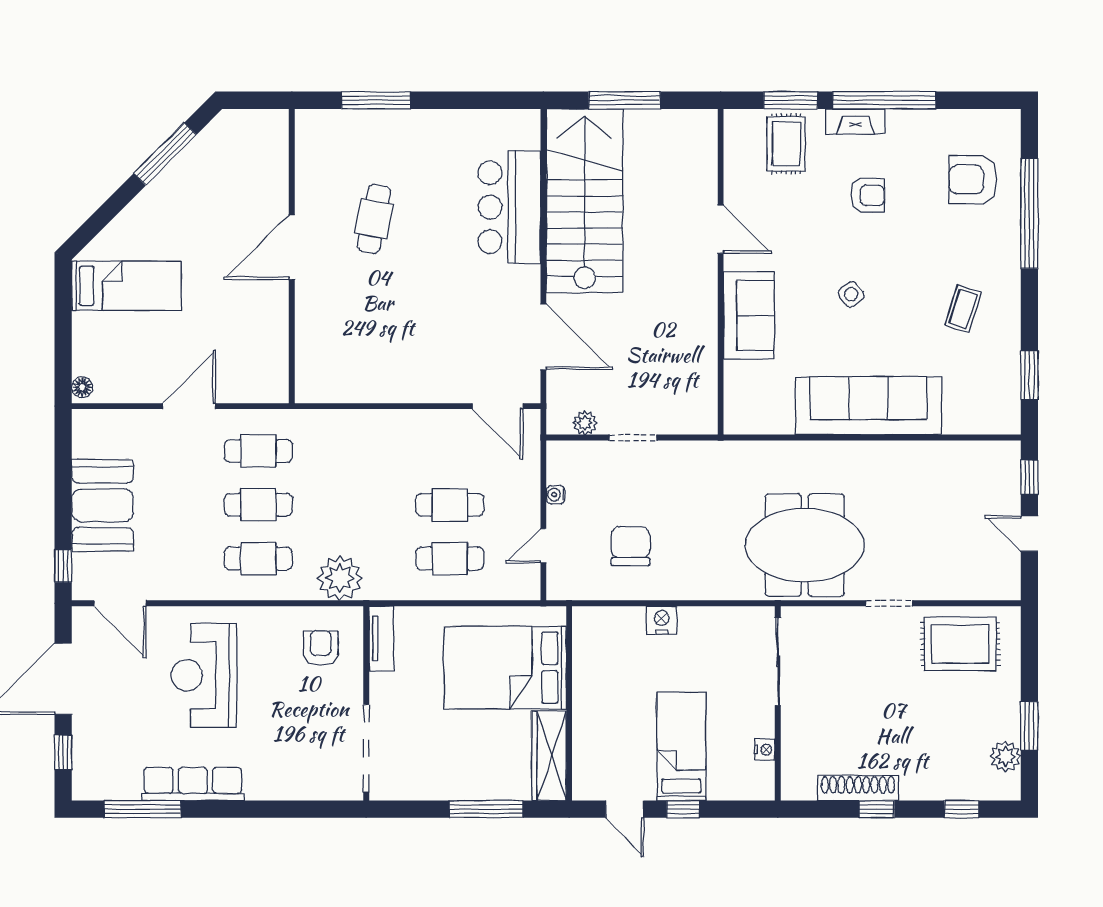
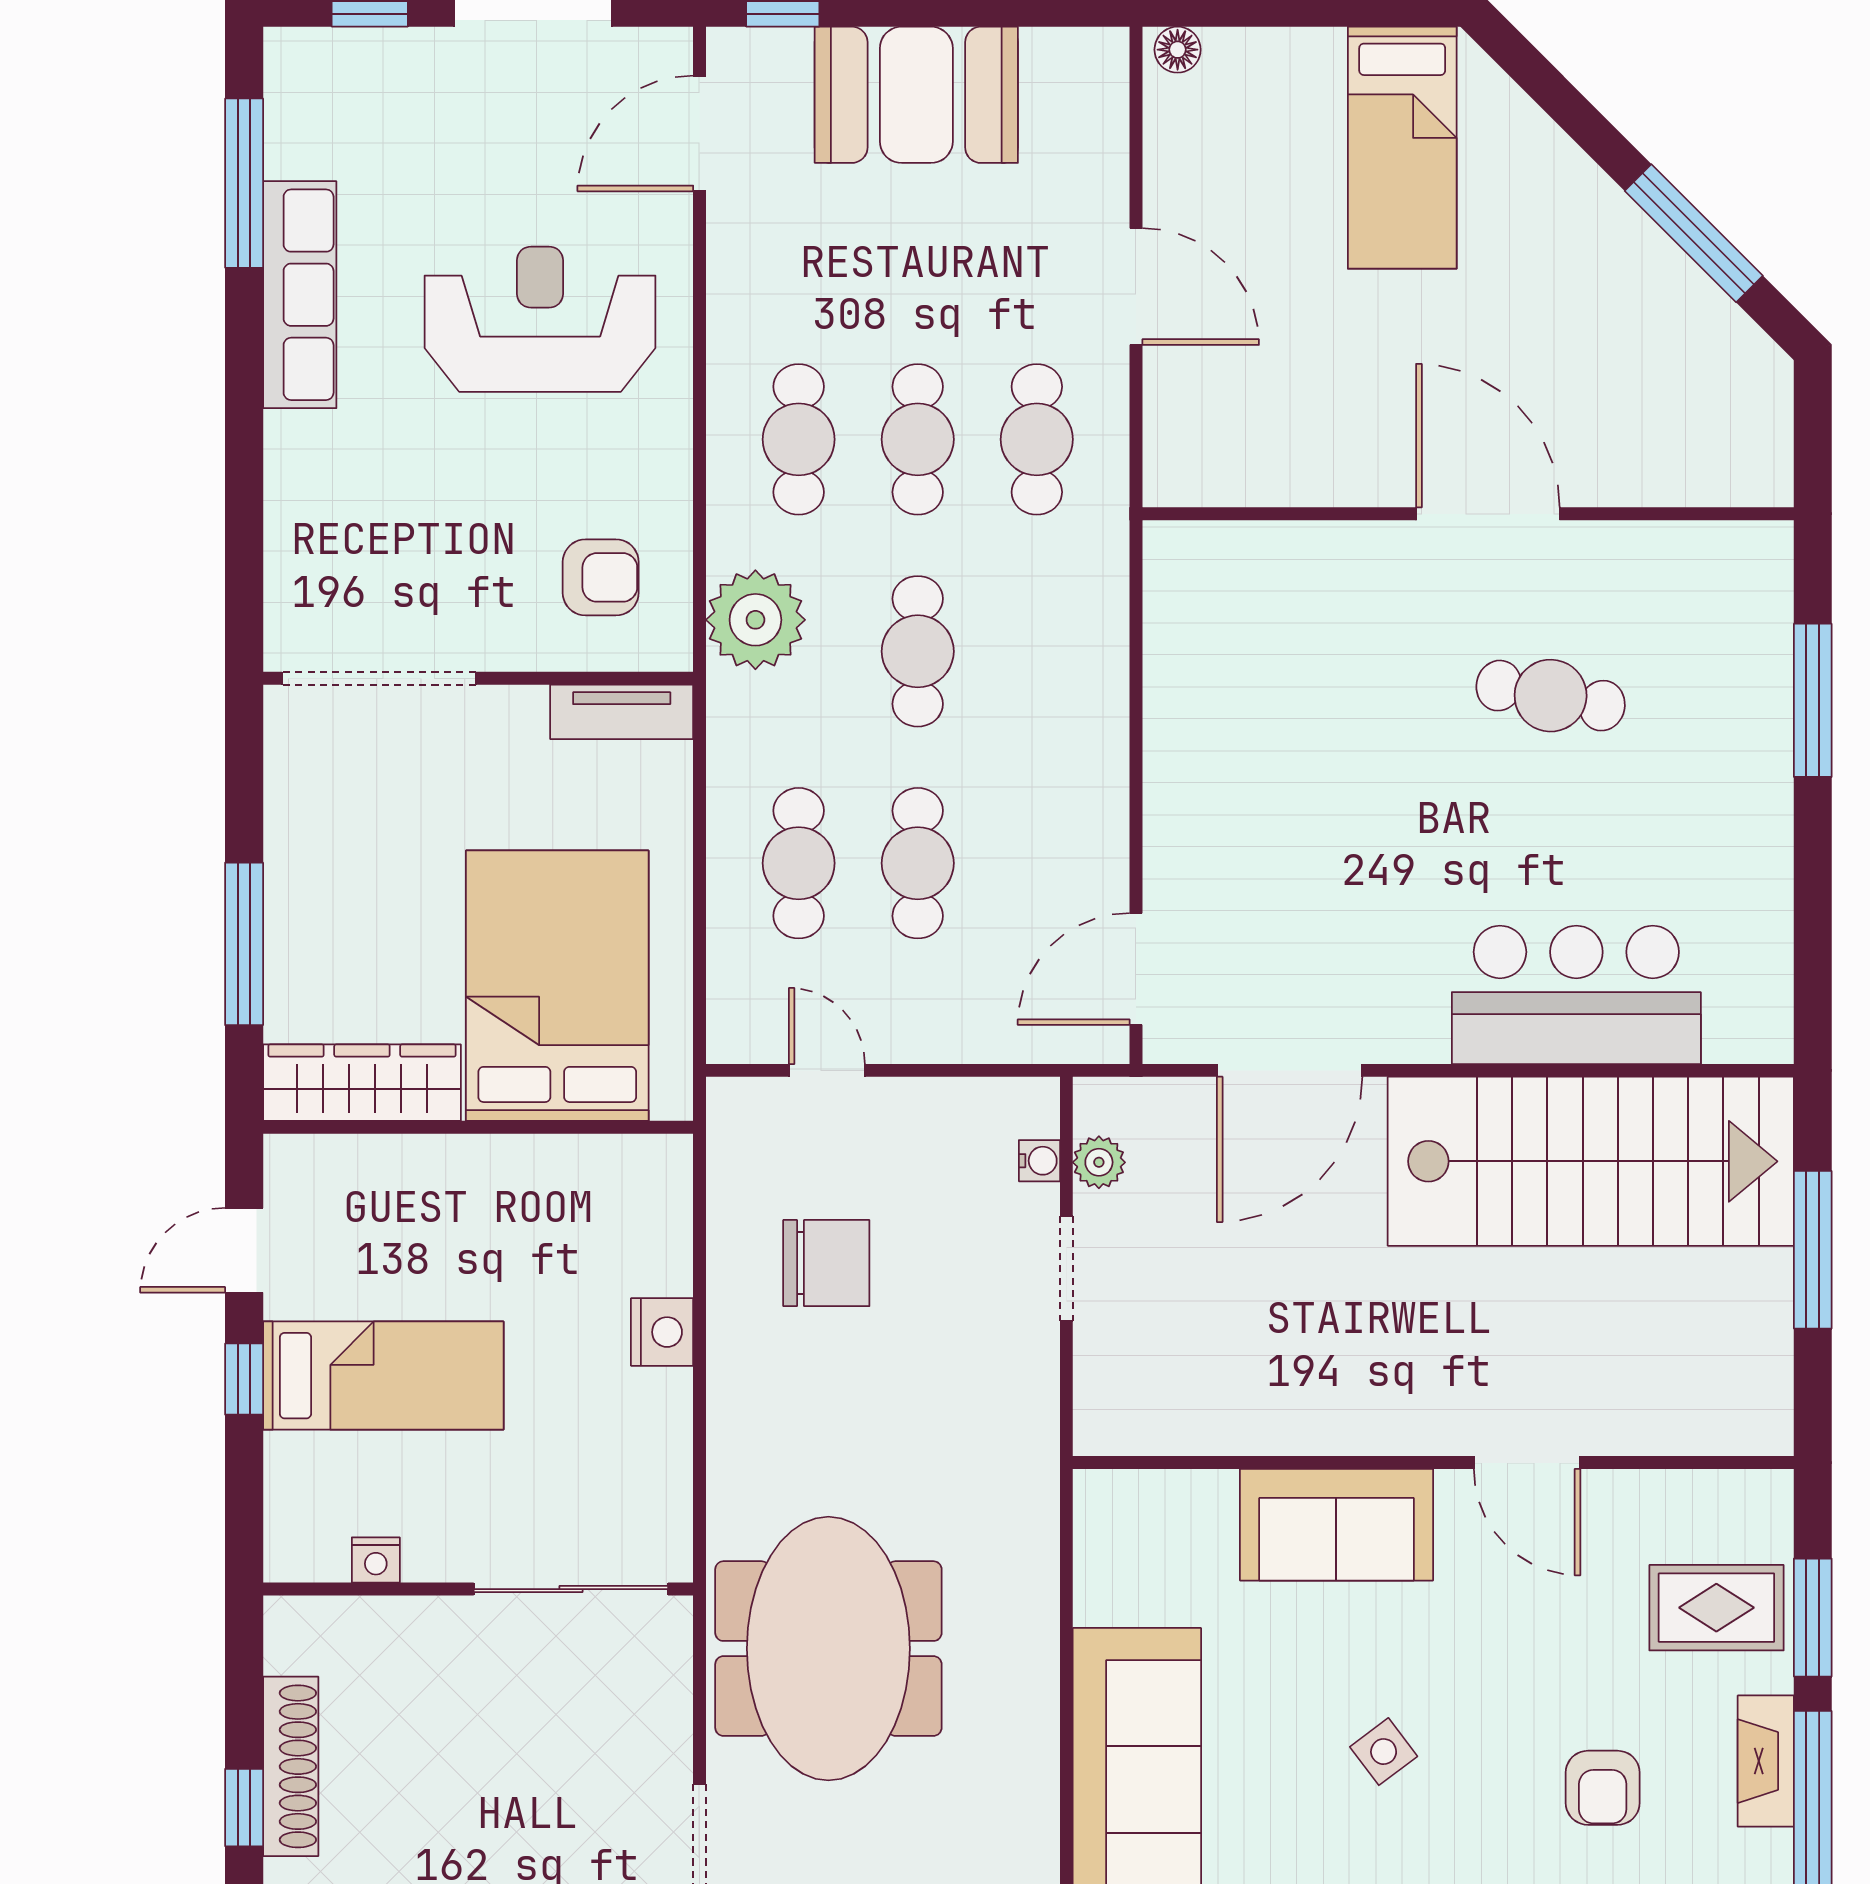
door: (721, 229) -> (1527, 1463), hinge flipped
water cooler: (556, 495) -> (1039, 1161), moved, turned 90
cafe table: (354, 505) -> (918, 651), added

